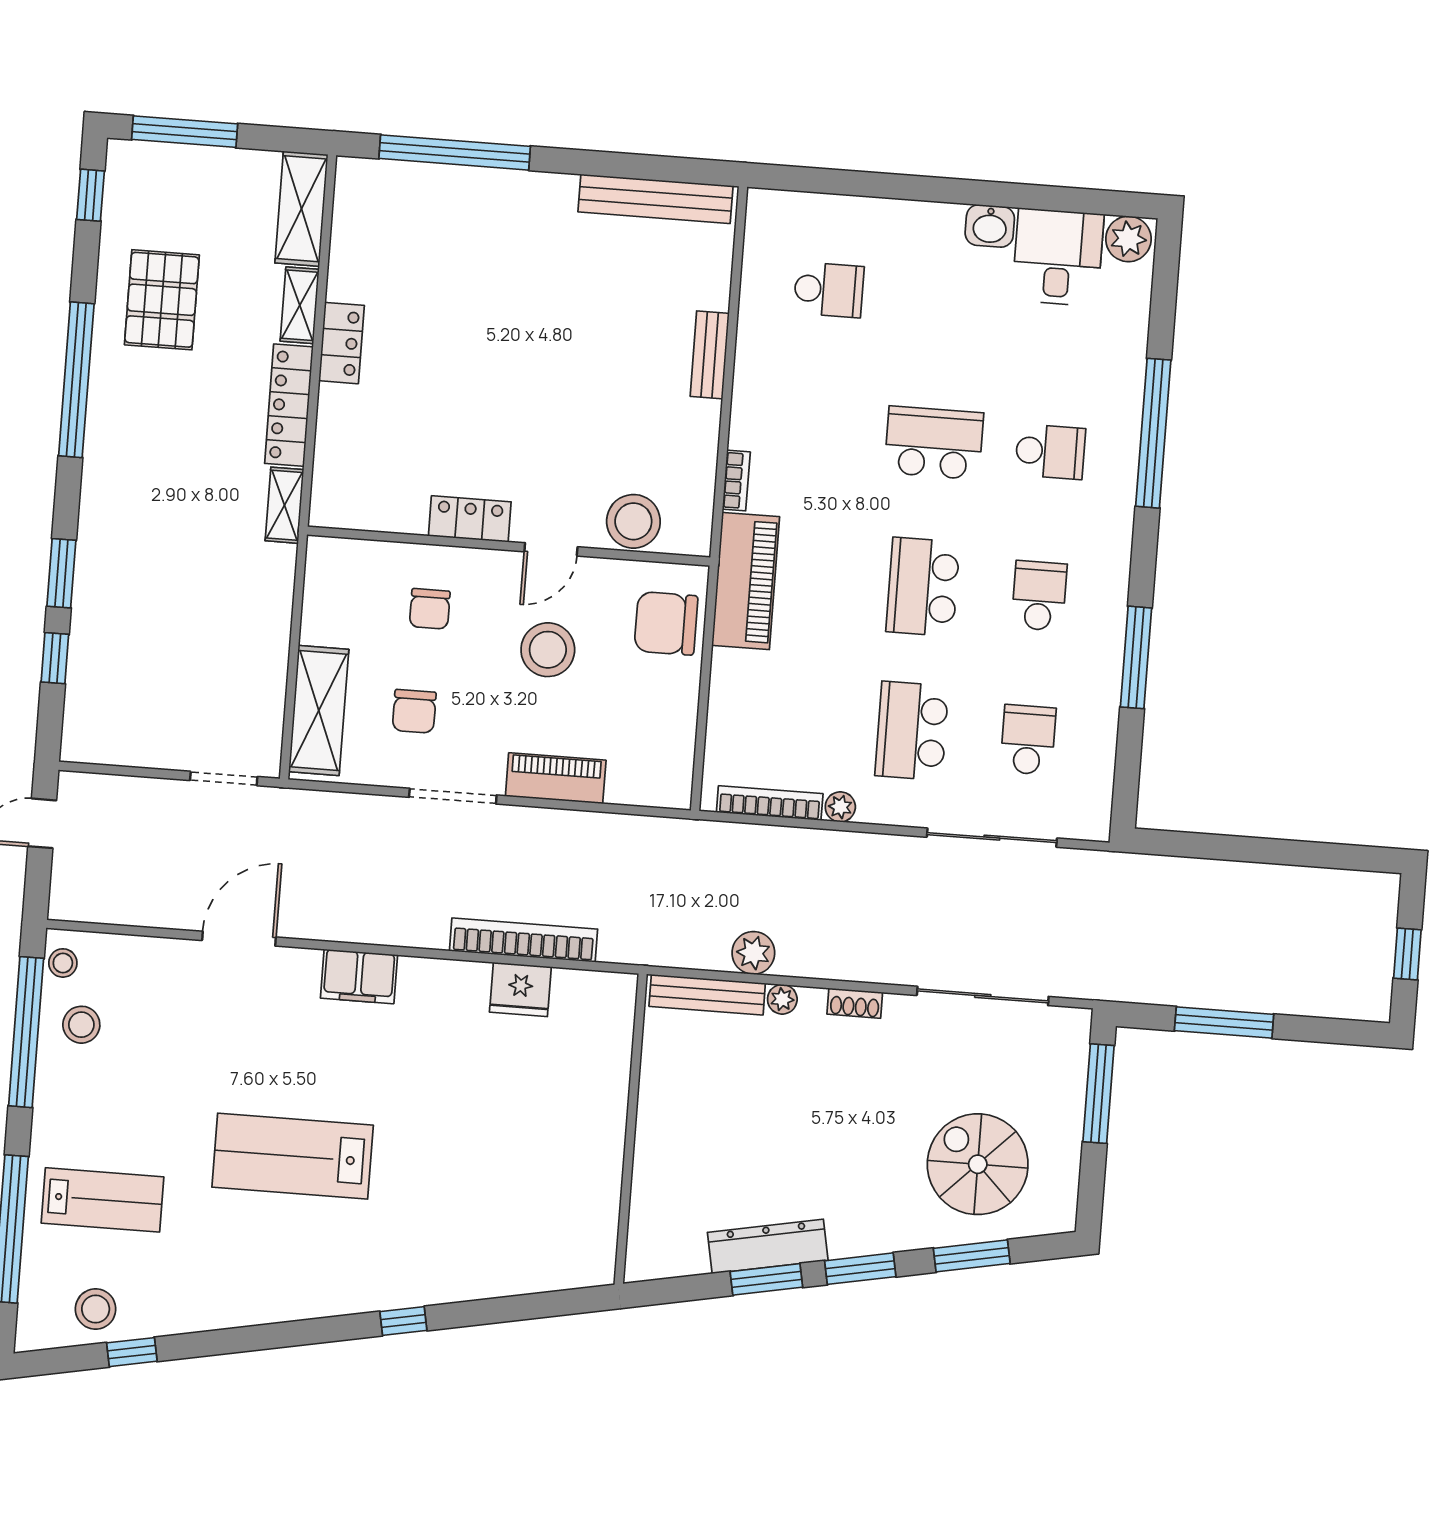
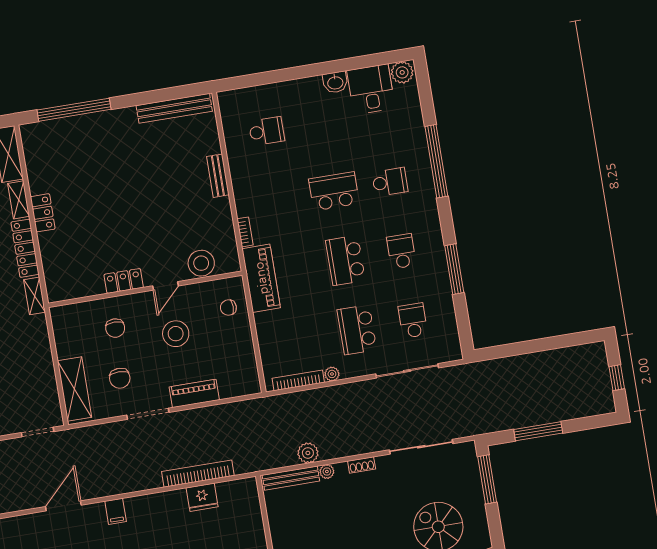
chair: (666, 623) -> (228, 308), width x0.54, depth x0.54
filing cabinet: (359, 977) -> (116, 511), width x0.50

